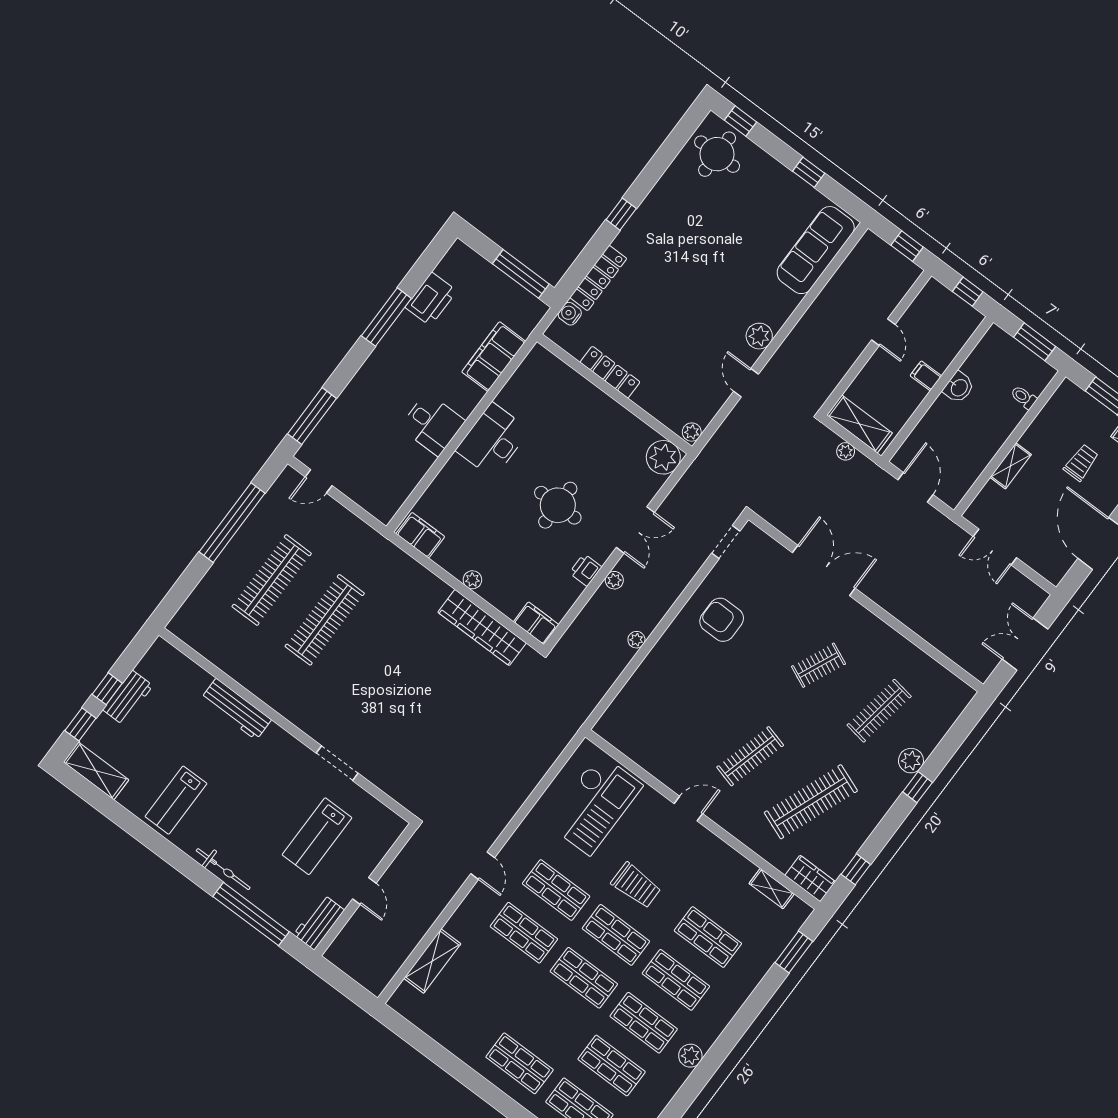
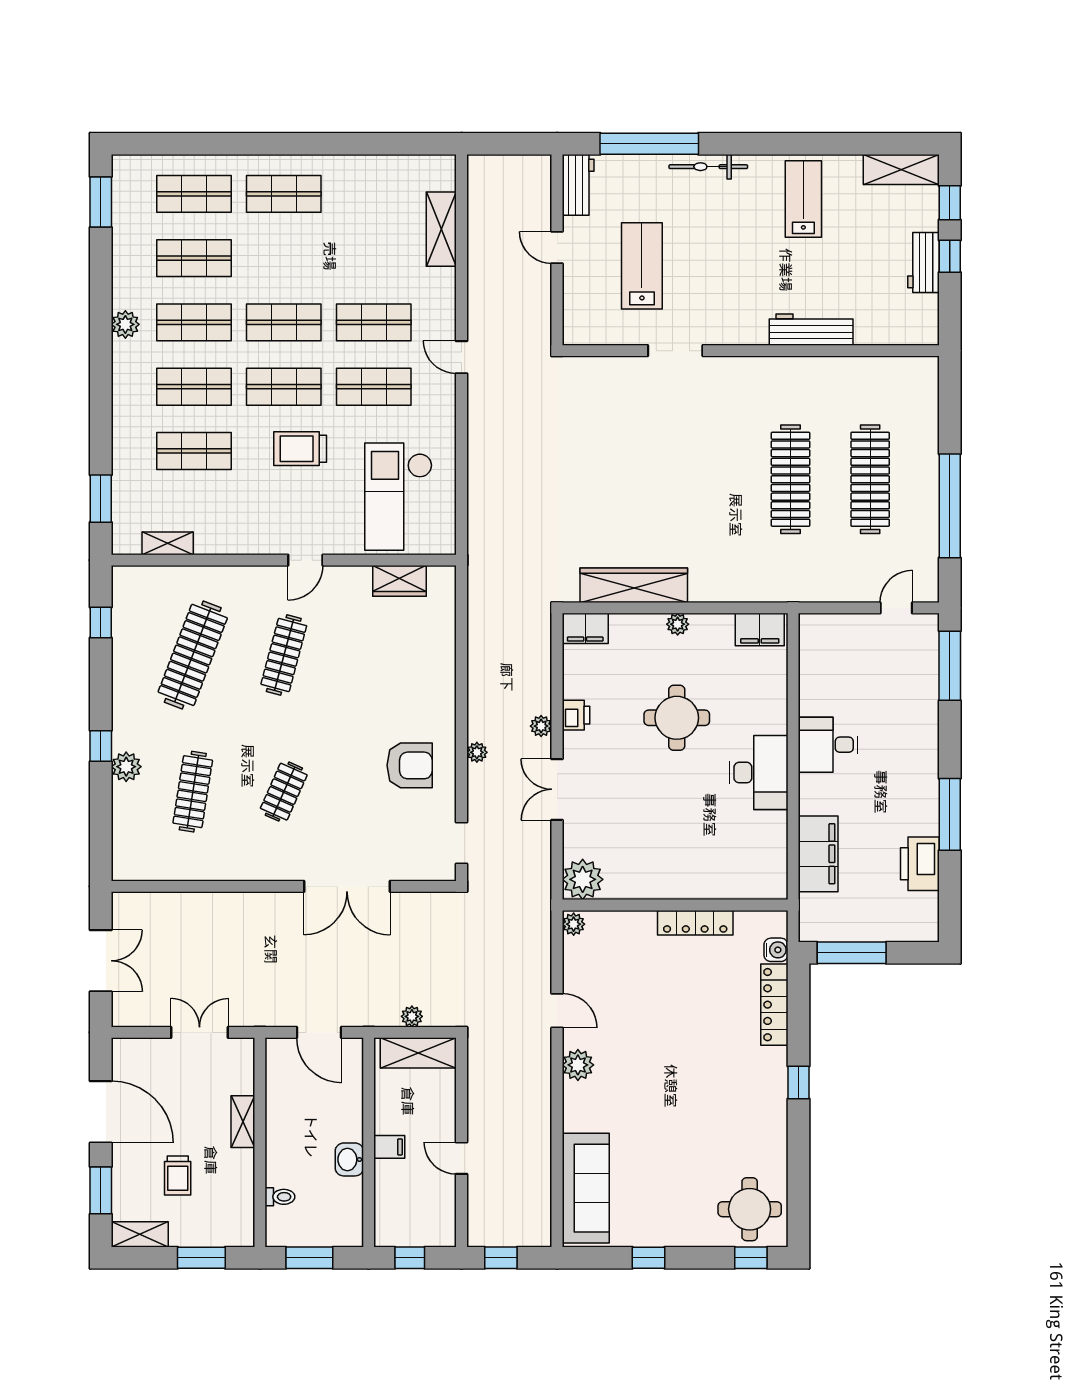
round table: (558, 505) -> (677, 718), moved
plant: (636, 640) -> (477, 752), moved
wardrobe: (810, 879) -> (399, 581), moved

